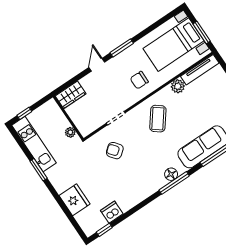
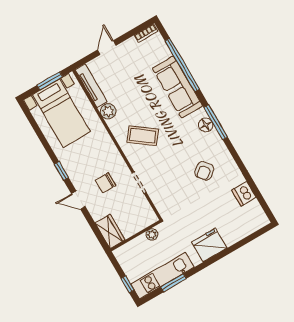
window: (122, 48) -> (61, 171), width x0.67
chair: (139, 80) -> (106, 183), moved, turned 90
armchair: (115, 151) -> (204, 171), moved
window: (39, 170) -> (173, 283), moved
fridge: (74, 200) -> (209, 245), moved
window: (104, 230) -> (263, 203), removed

